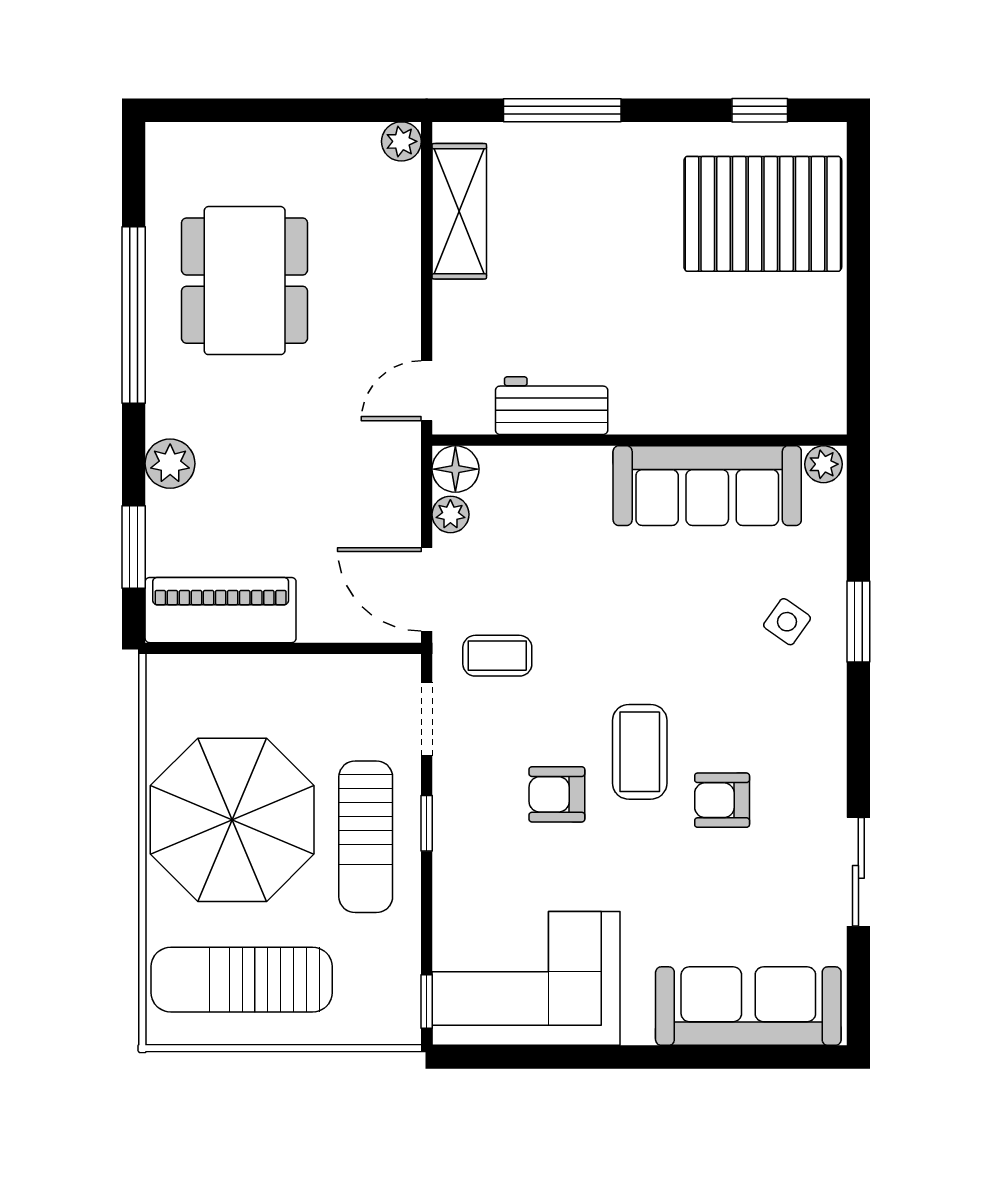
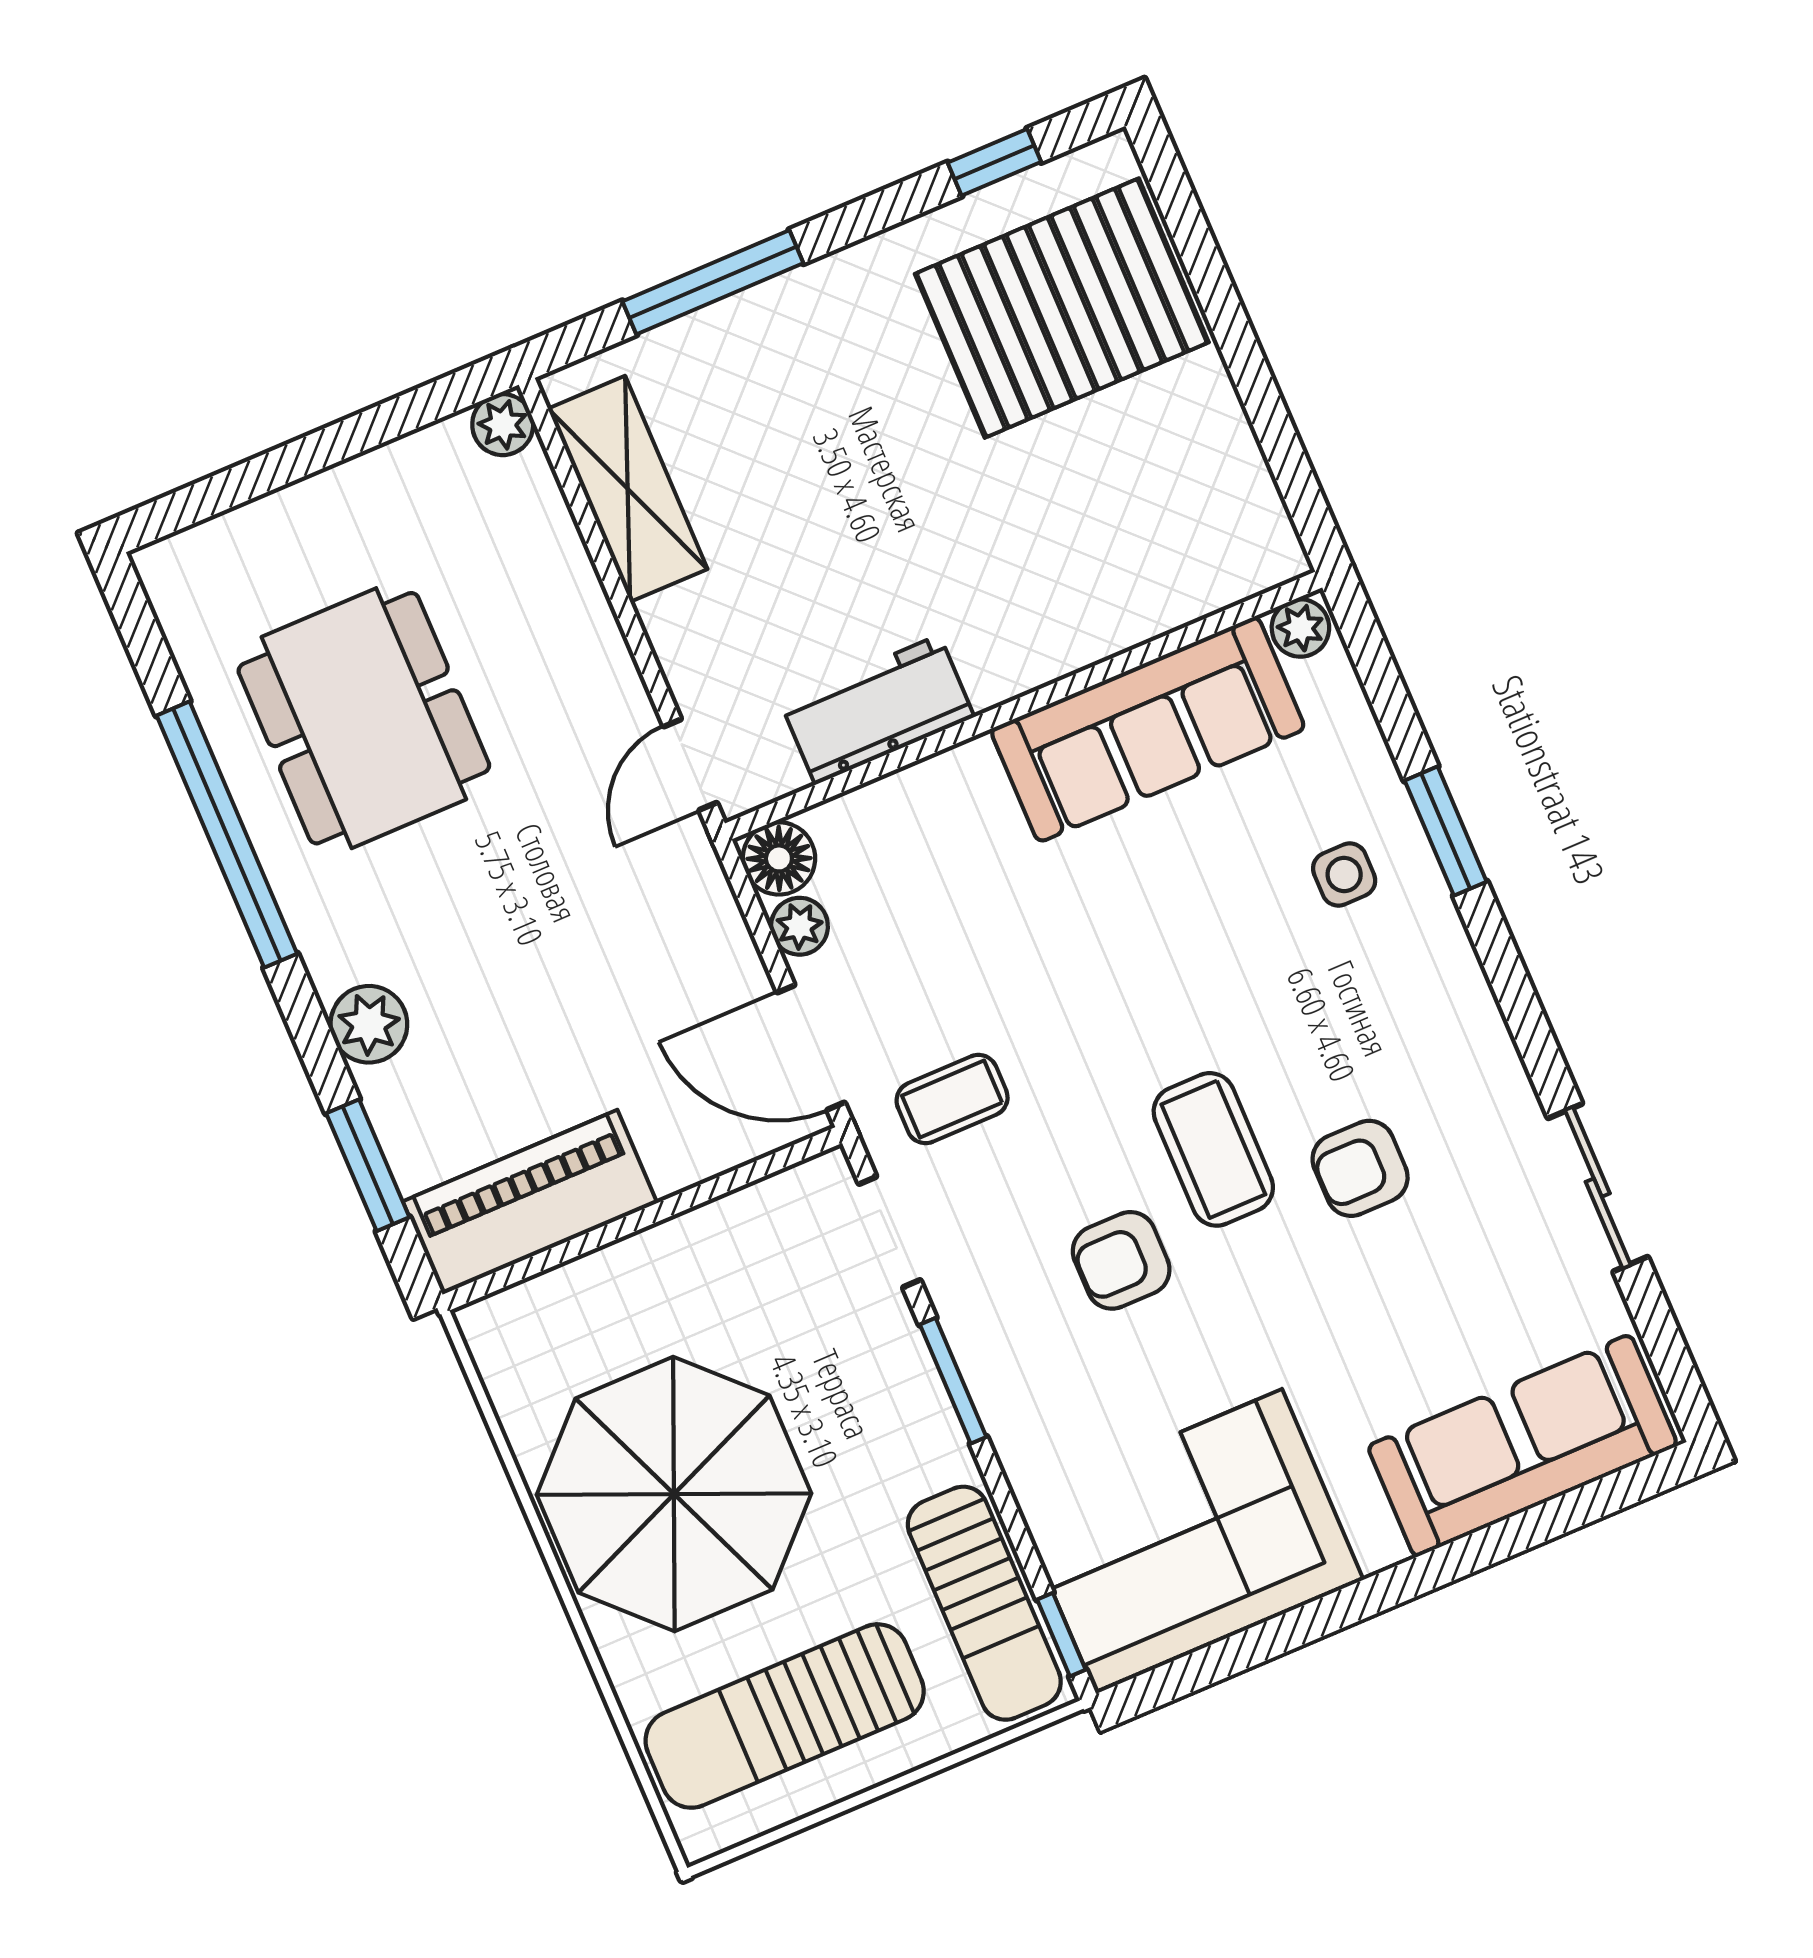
side table: (787, 622) -> (1344, 875), turned -35
window: (427, 823) -> (953, 1381), width x1.50
sun lounger: (366, 837) -> (984, 1603), moved

